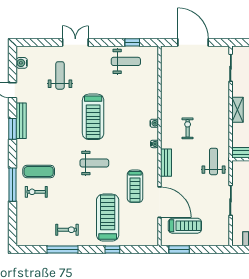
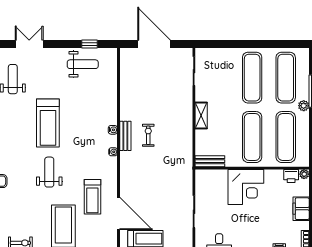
weight bench: (214, 161) -> (176, 170), removed
weight bench: (94, 163) -> (49, 172), turned -90
bench: (166, 163) -> (125, 136), moved

